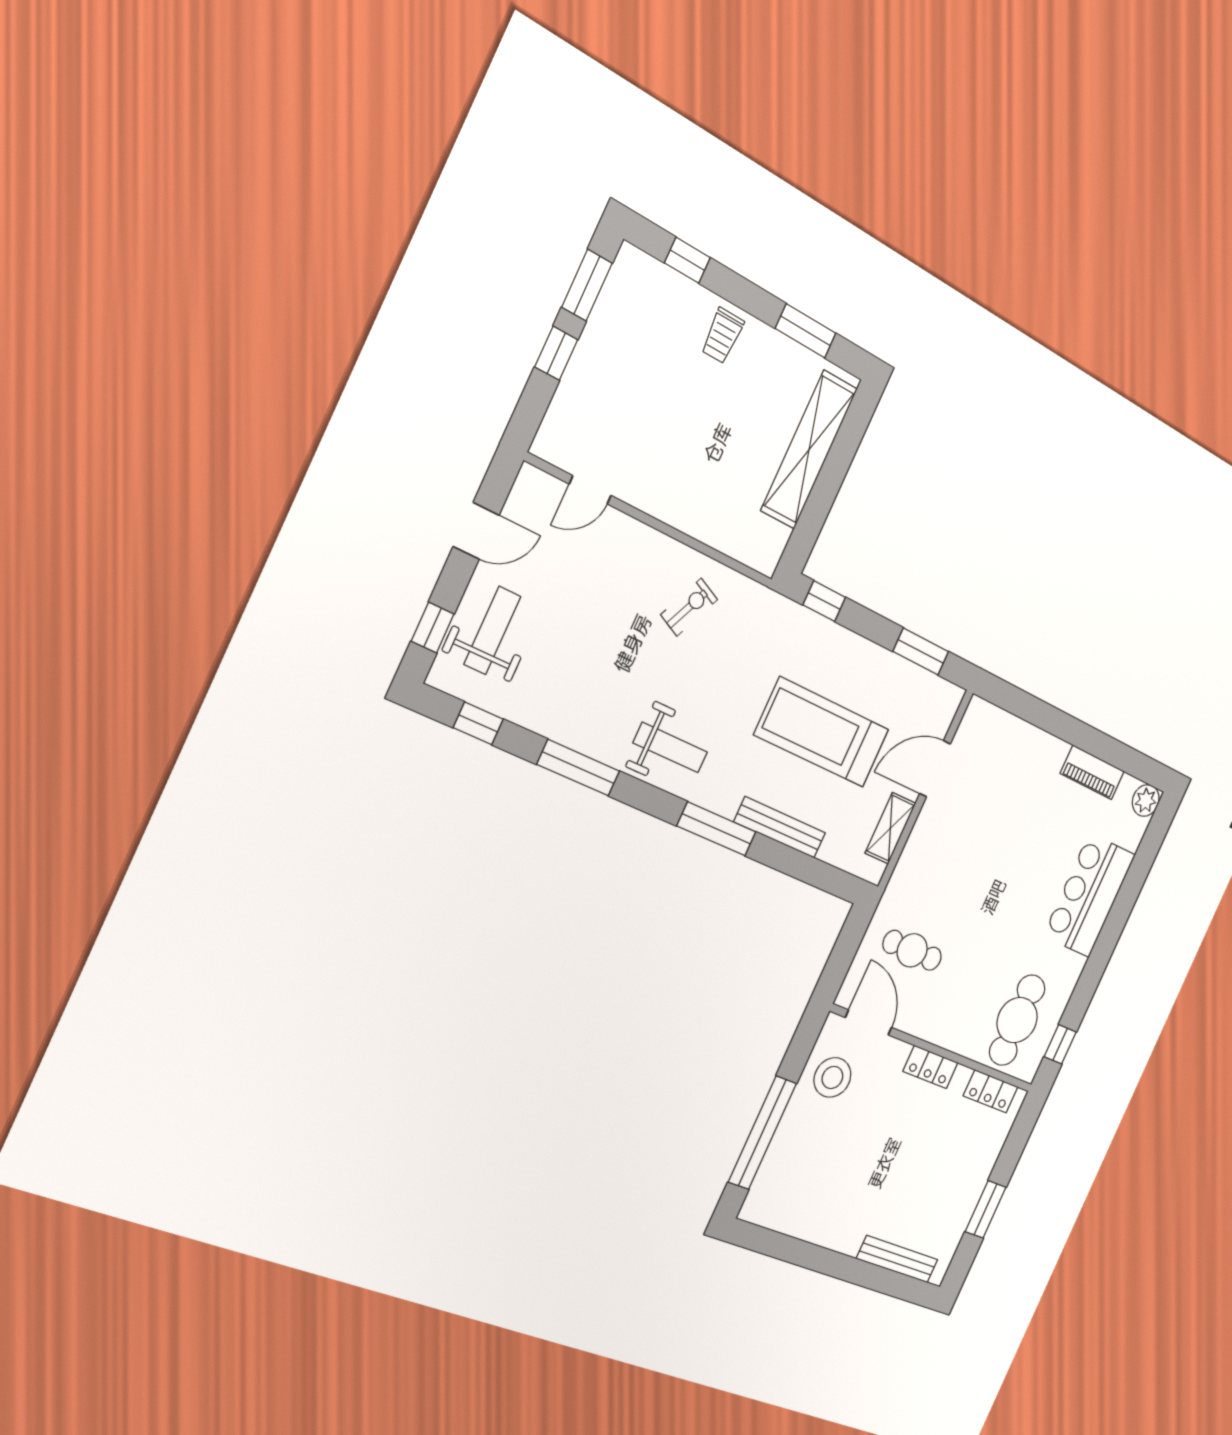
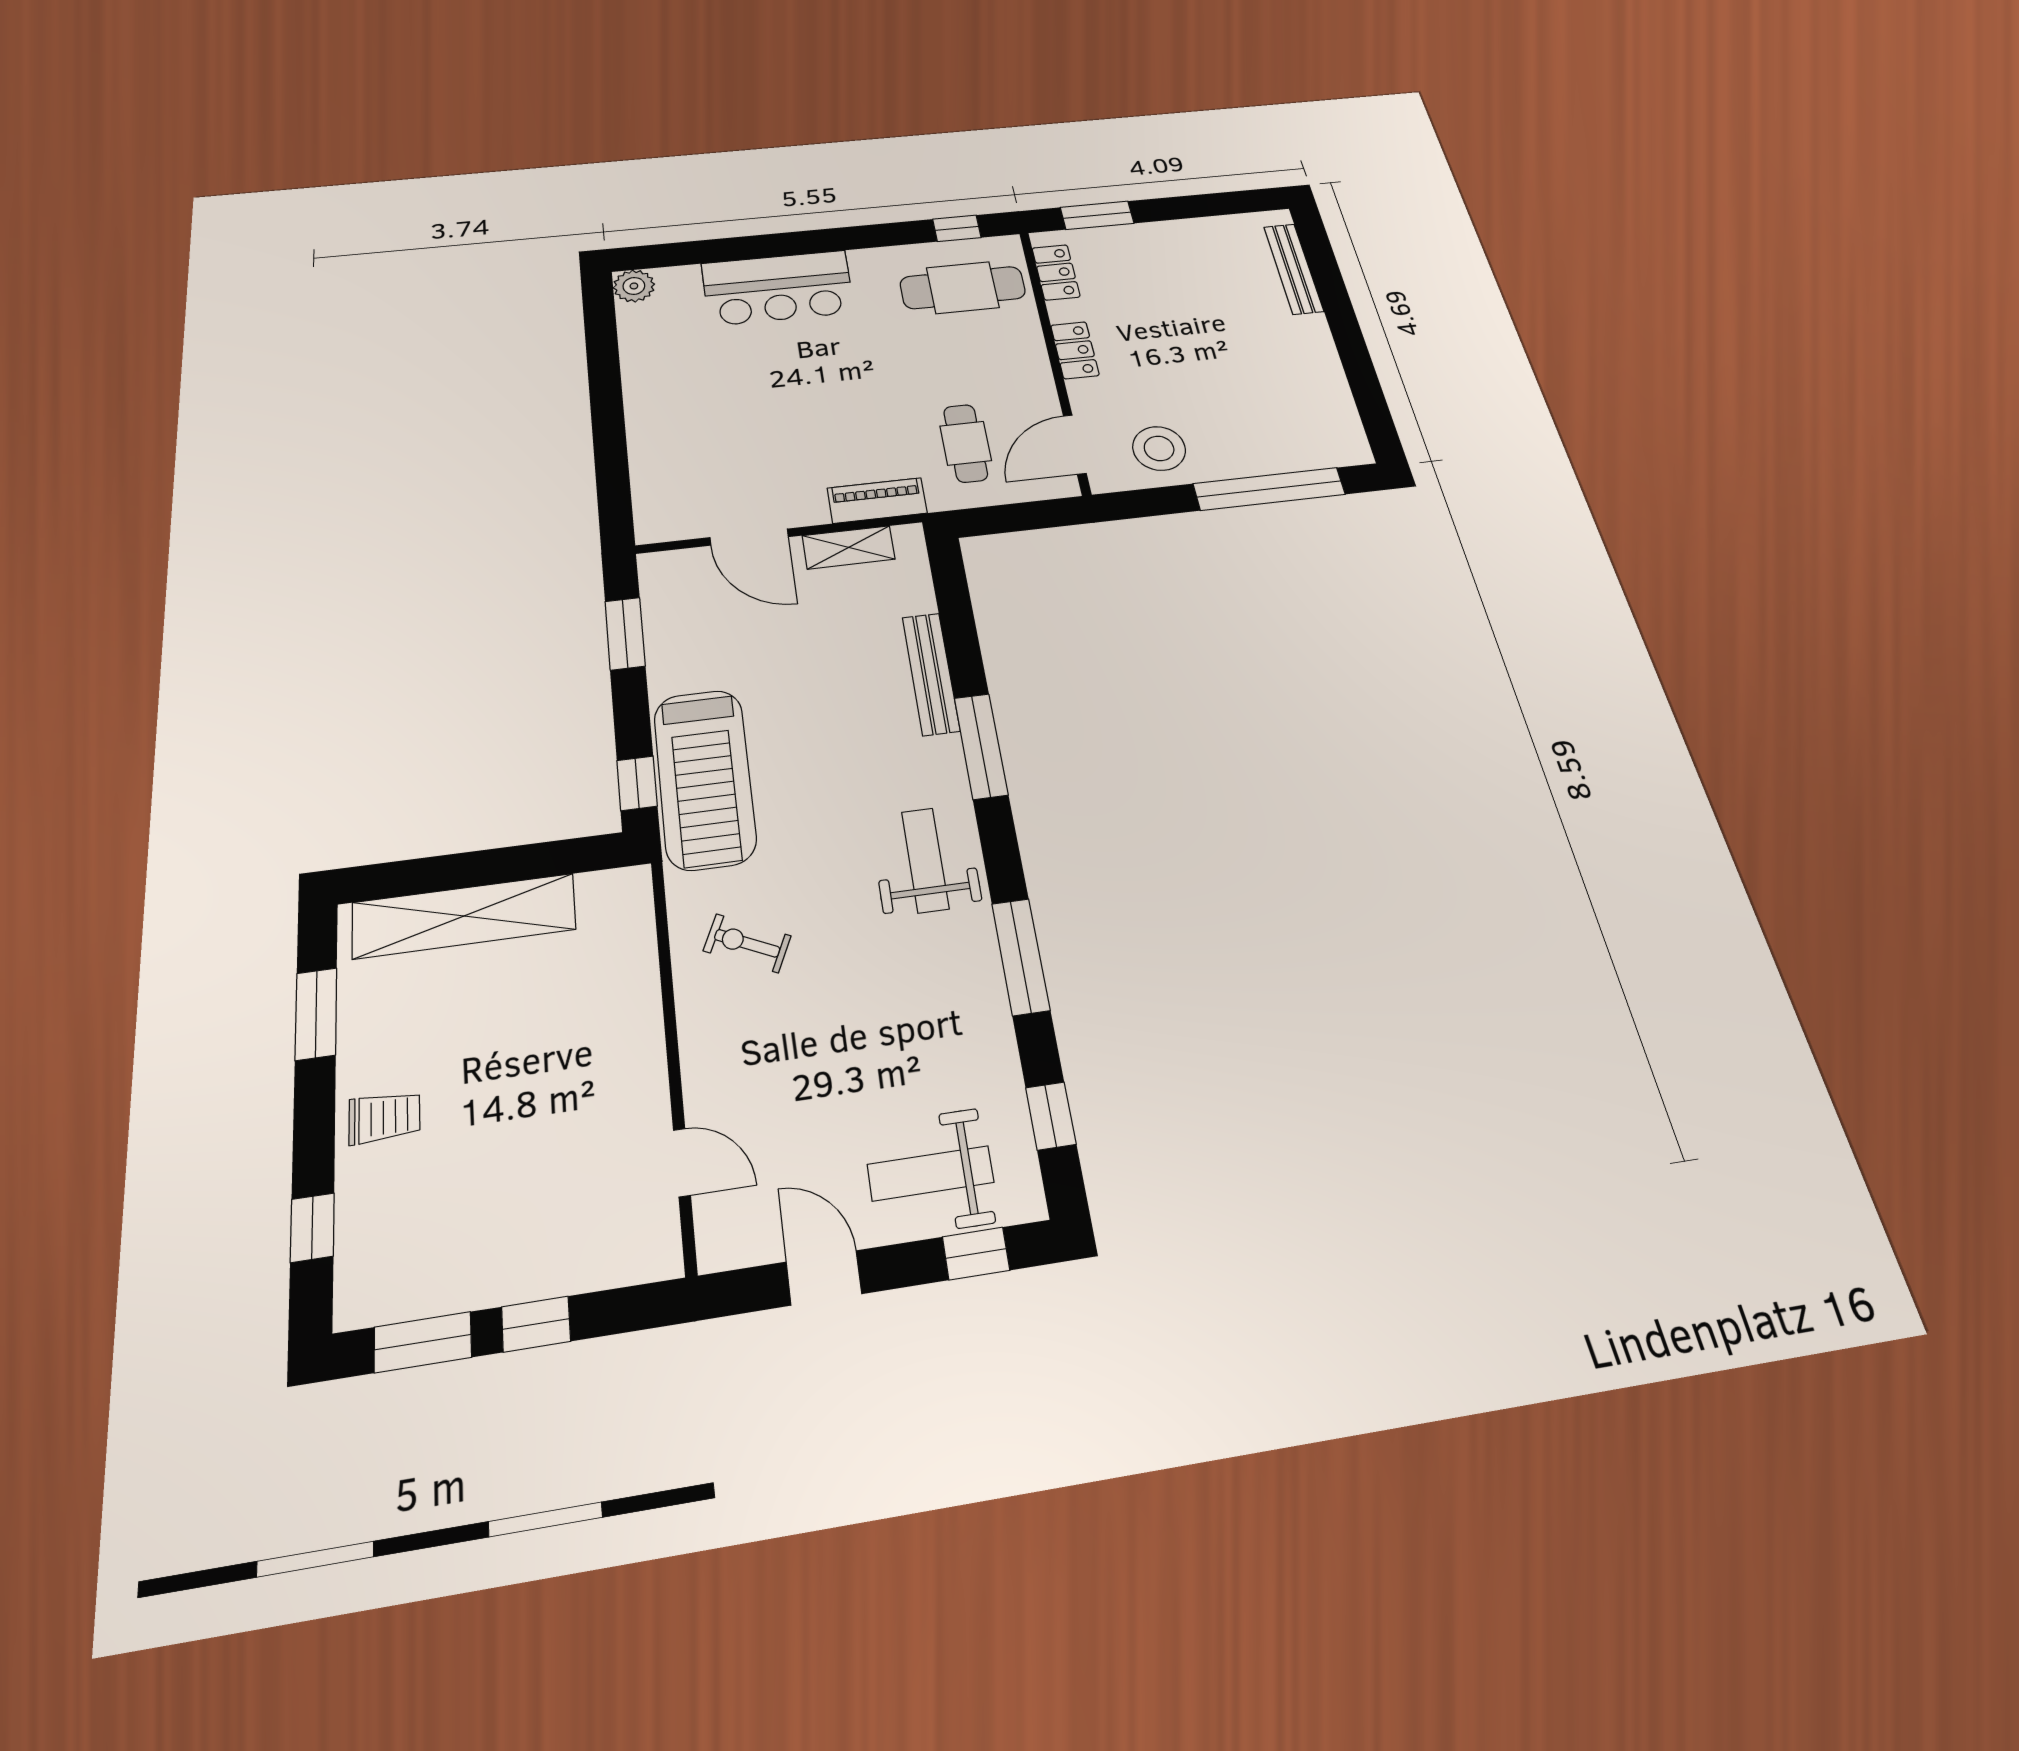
treadmill: (822, 732) -> (705, 778), moved
piano: (1092, 772) -> (877, 501), moved, turned -90
window: (986, 1209) -> (1097, 215), moved

